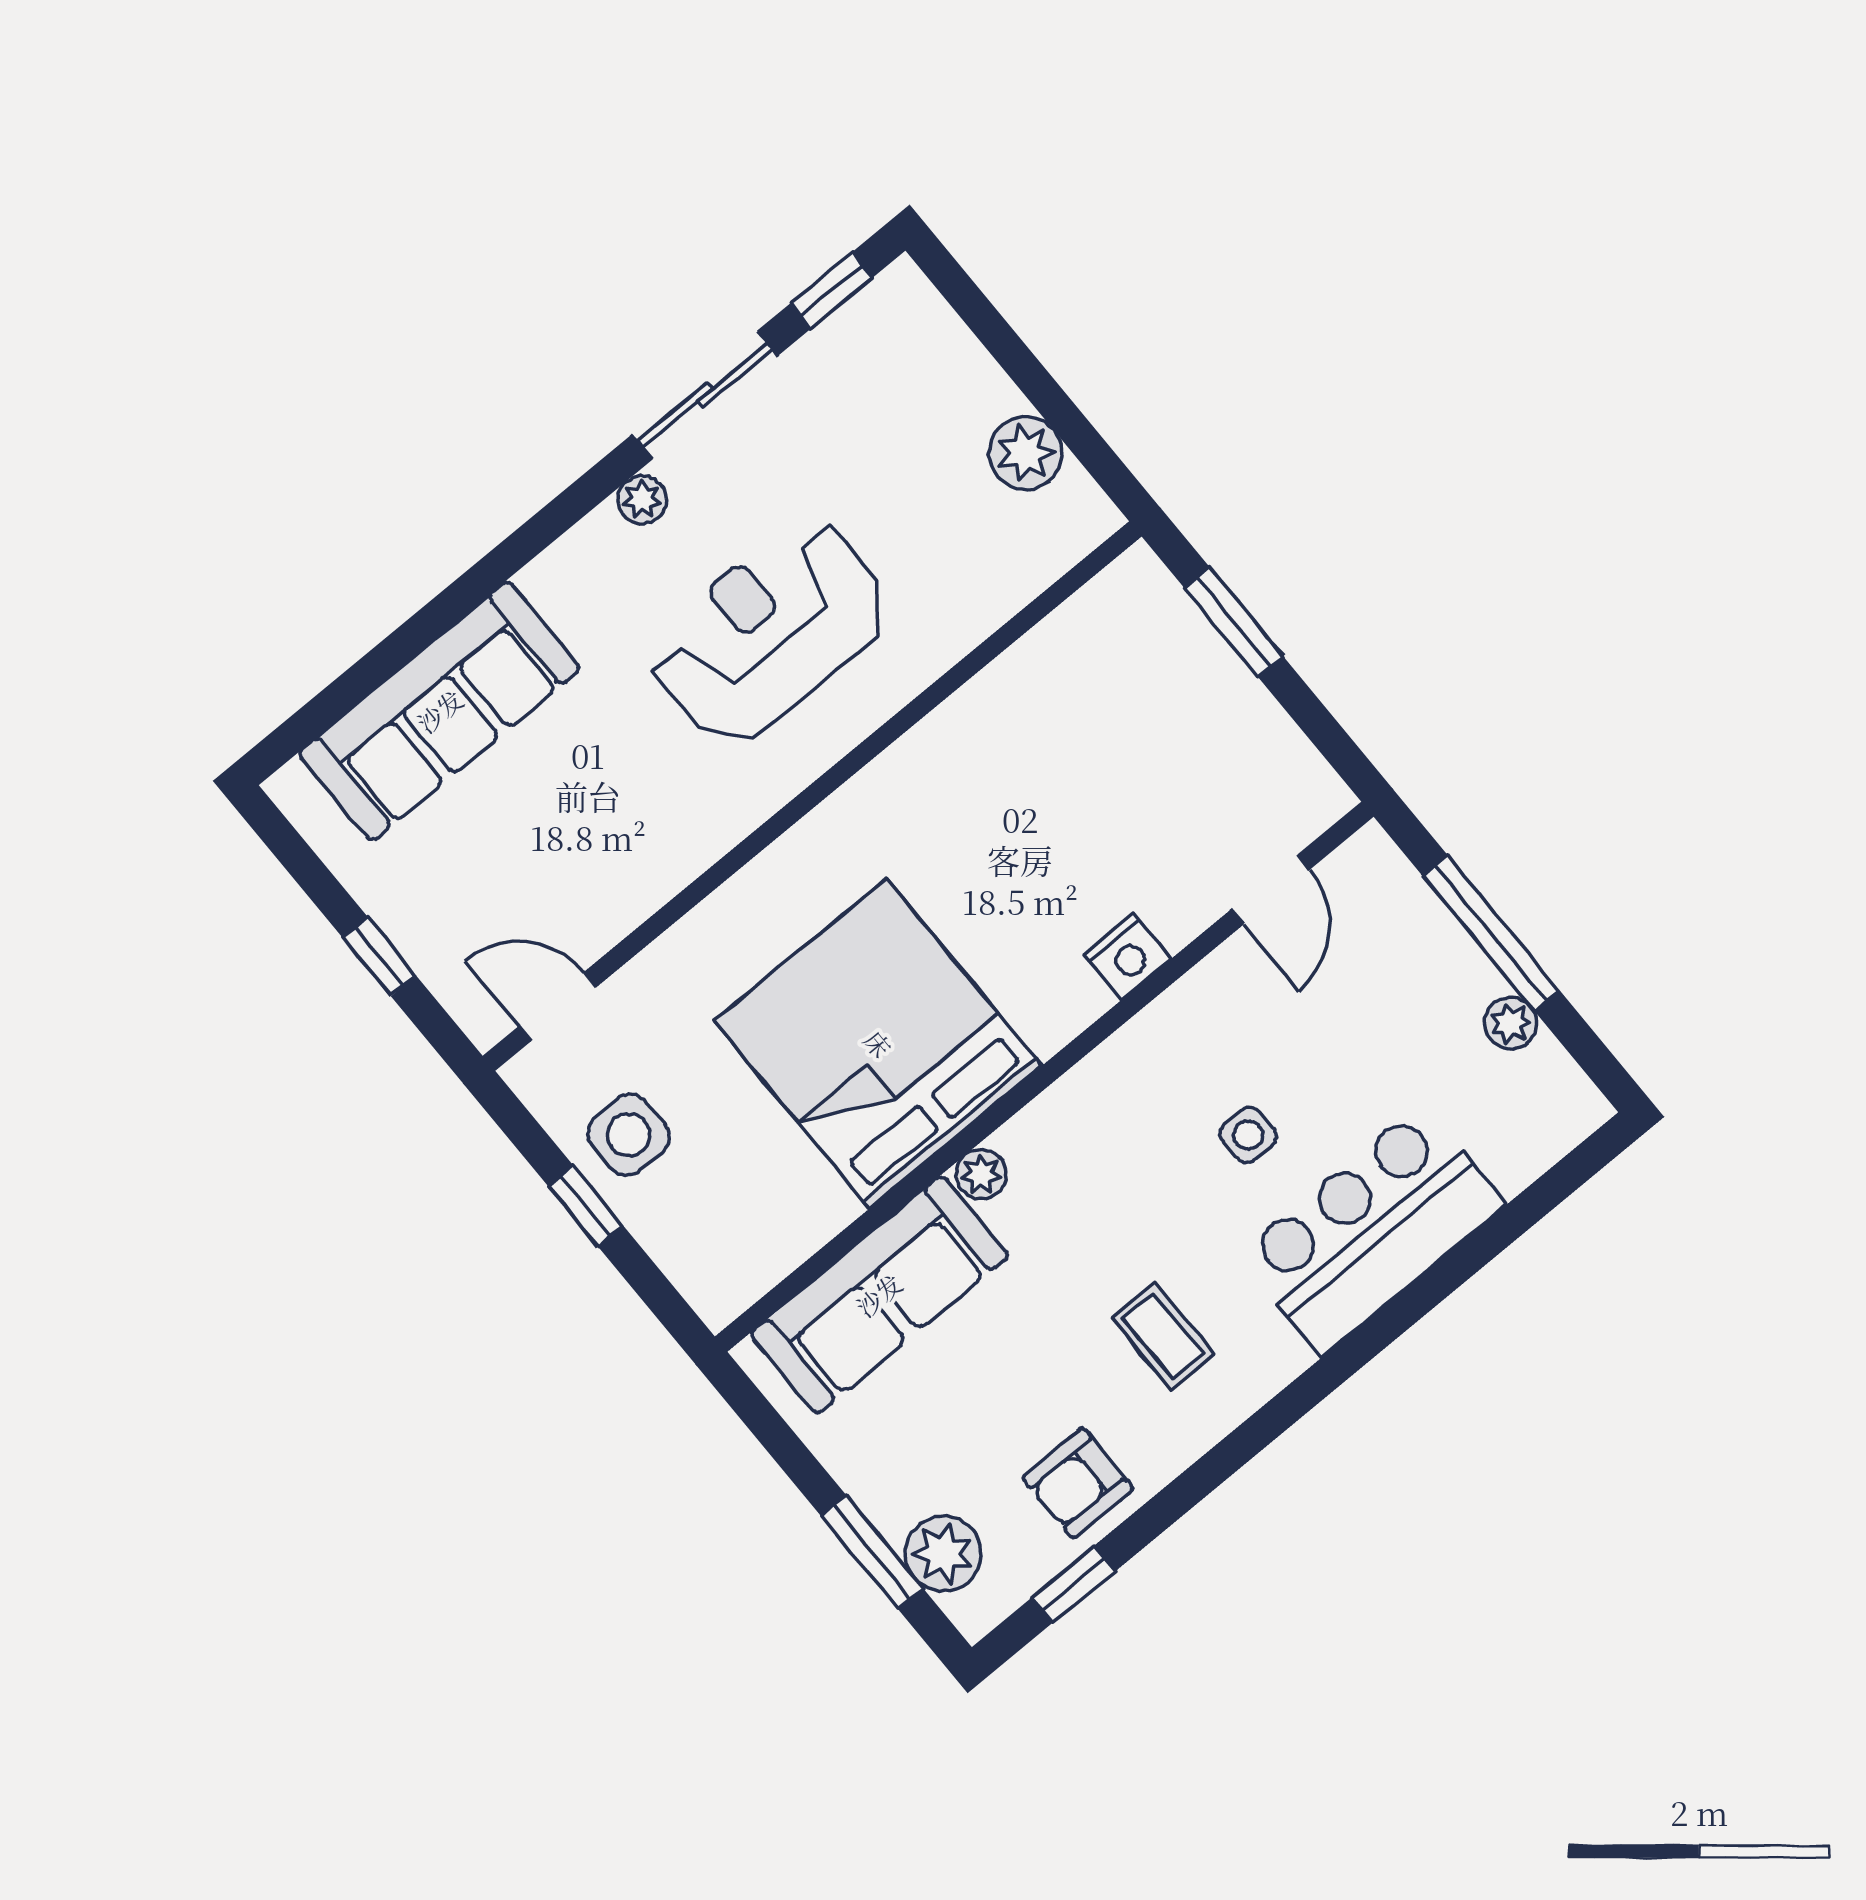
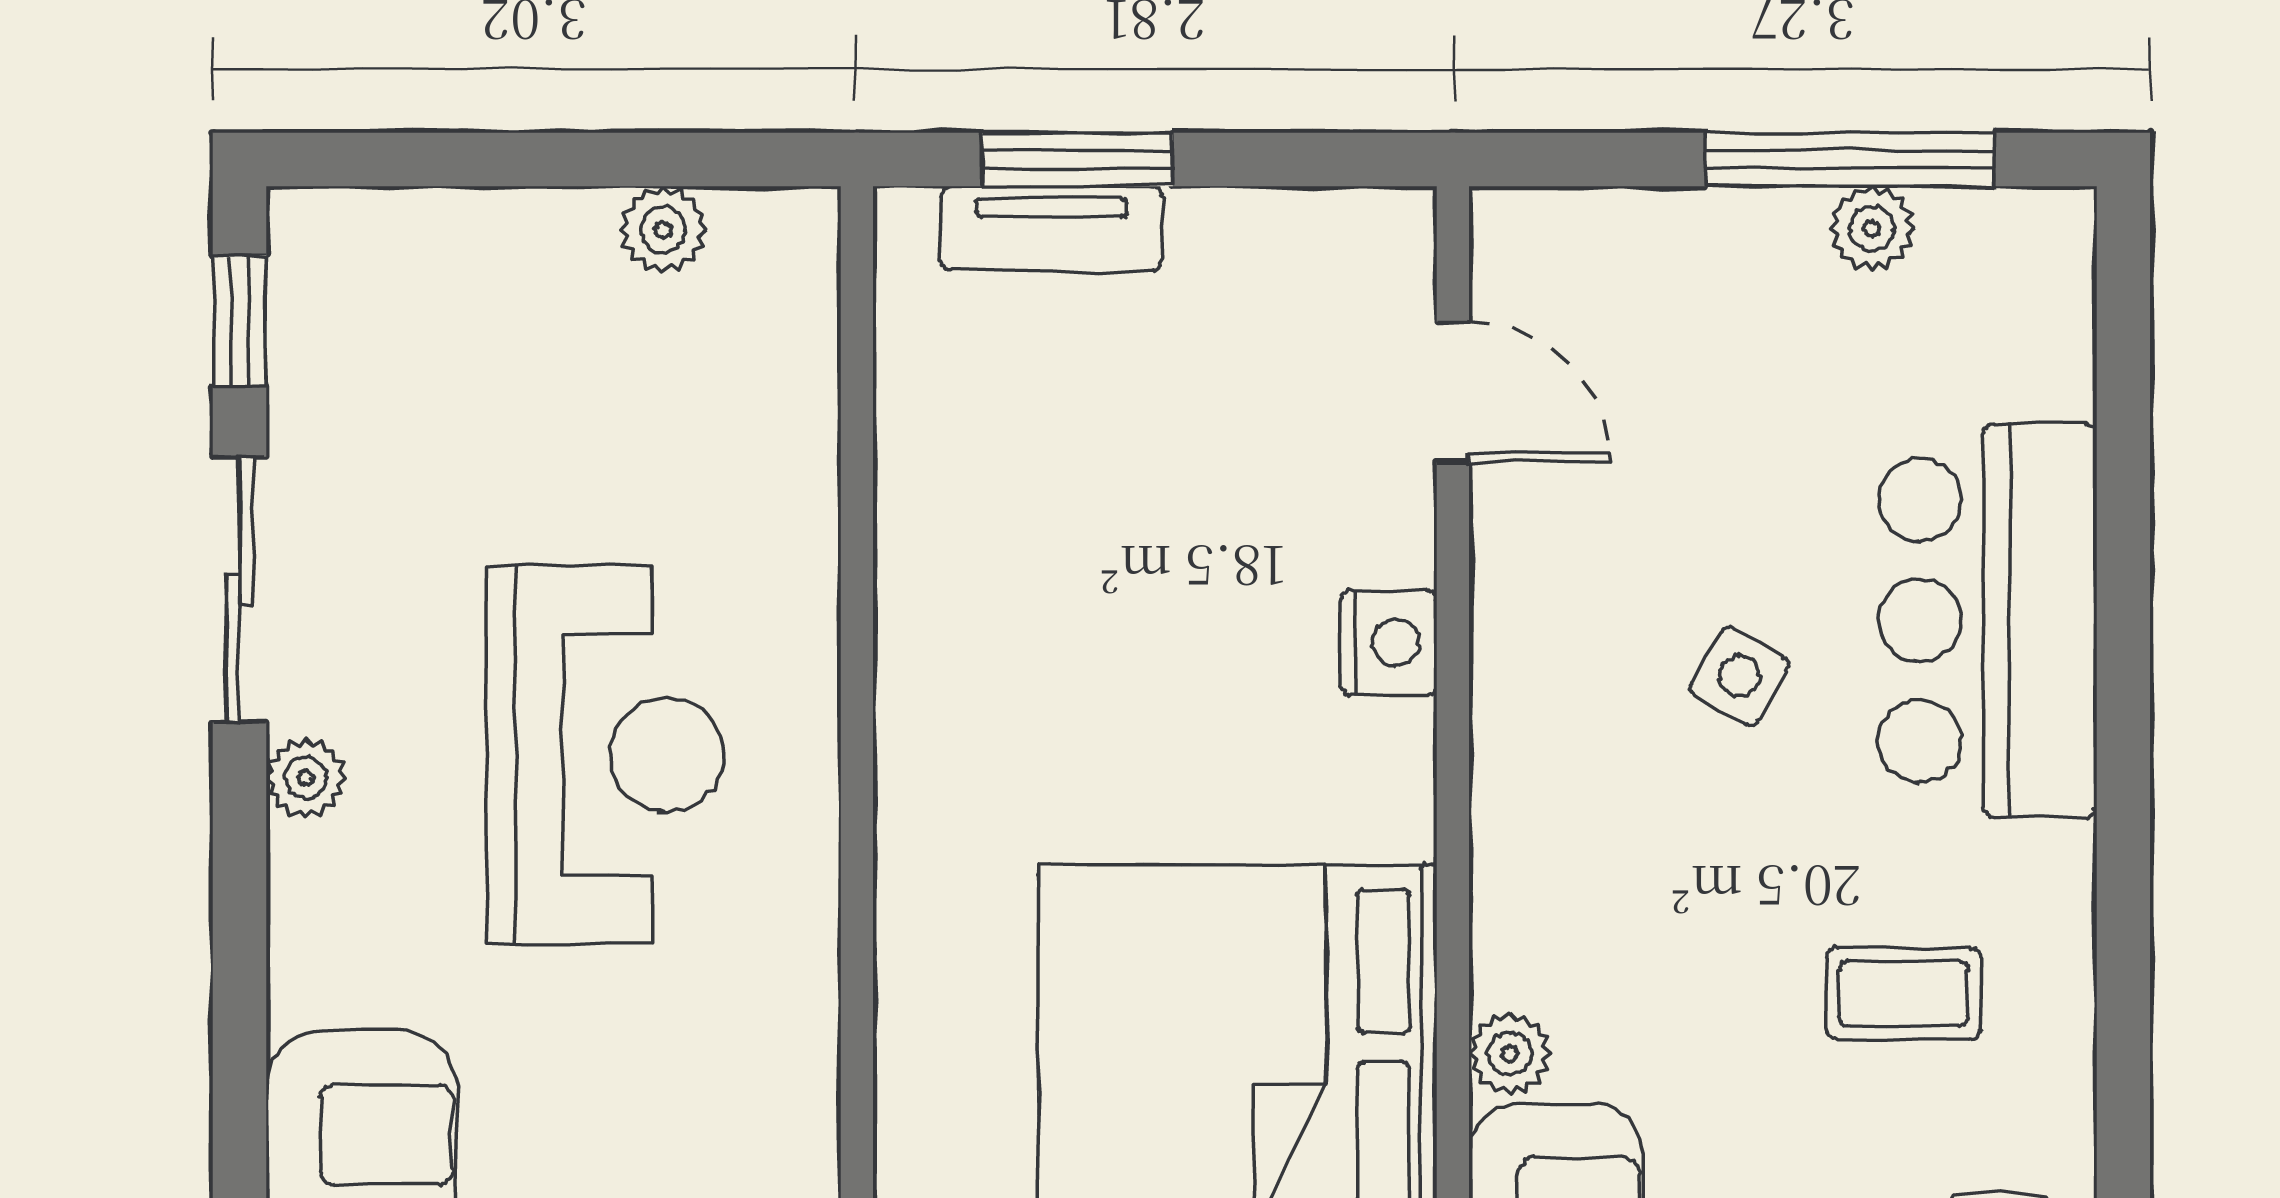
plant: (1025, 453) -> (663, 230), width x0.73, depth x0.73
reception desk: (769, 632) -> (605, 755), turned 180
tv unit: (1191, 637) -> (1051, 228), added
window: (1491, 933) -> (1850, 160), moved
side table: (1248, 1135) -> (1739, 676), turned 30

